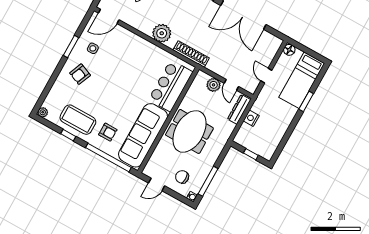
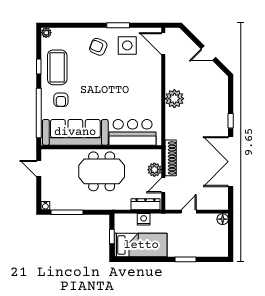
side table: (93, 48) -> (127, 45), width x1.87, depth x1.87
shoe rack: (191, 54) -> (171, 158), moved
bed: (302, 80) -> (141, 245), moved, turned 180
chair: (182, 177) -> (58, 187), removed

